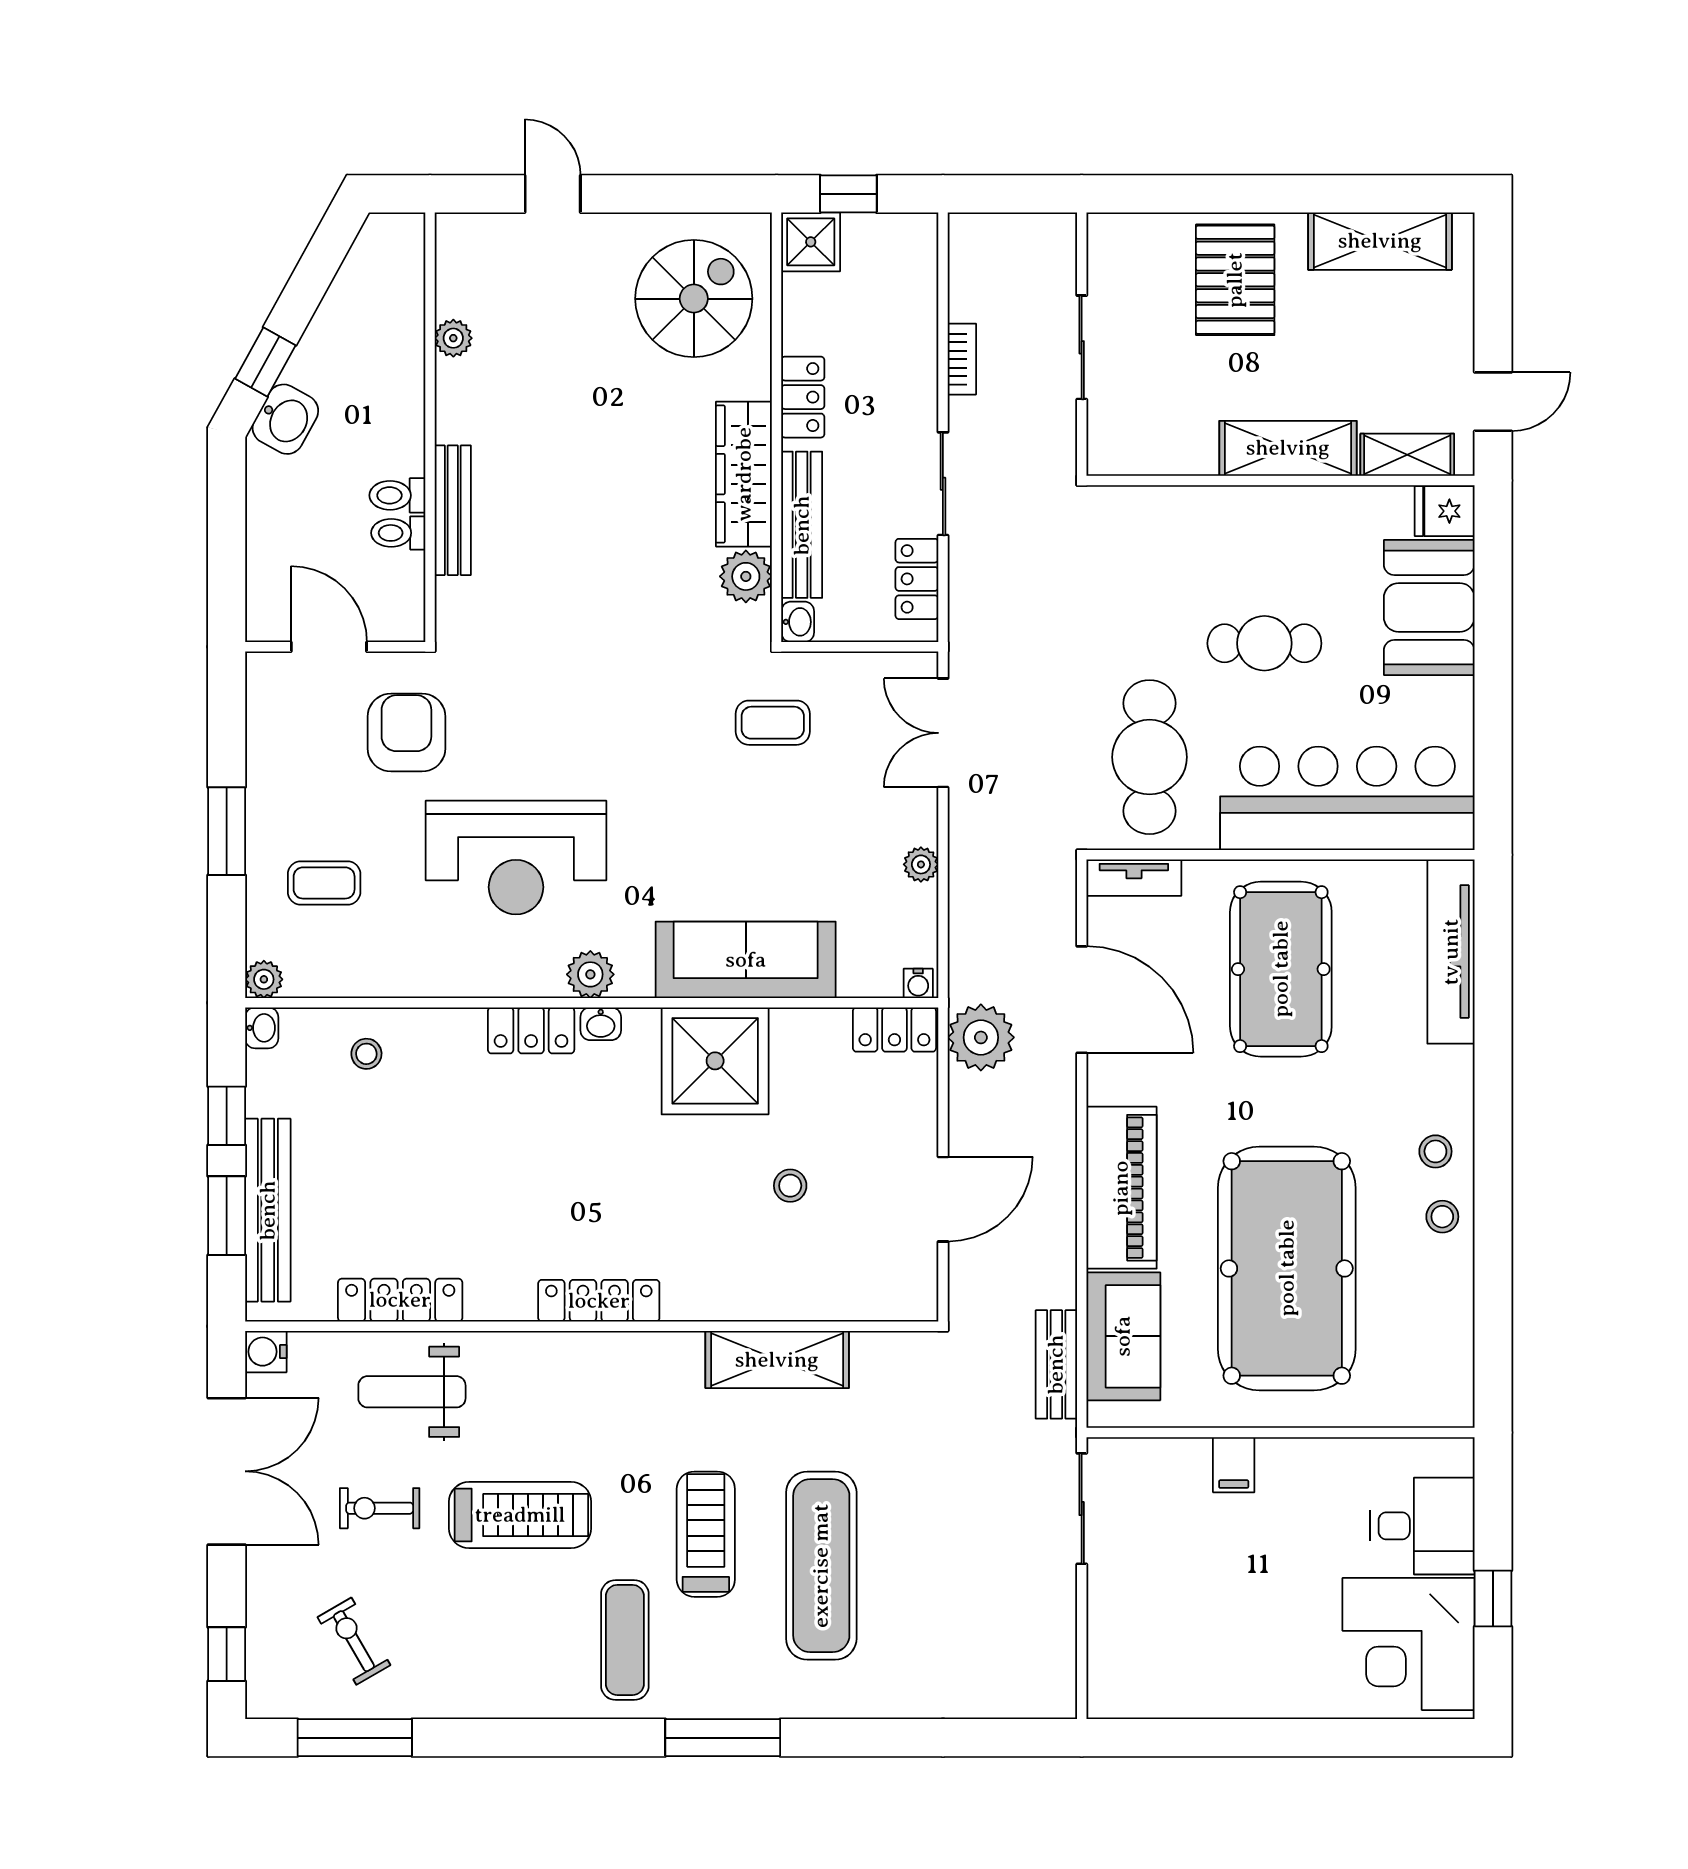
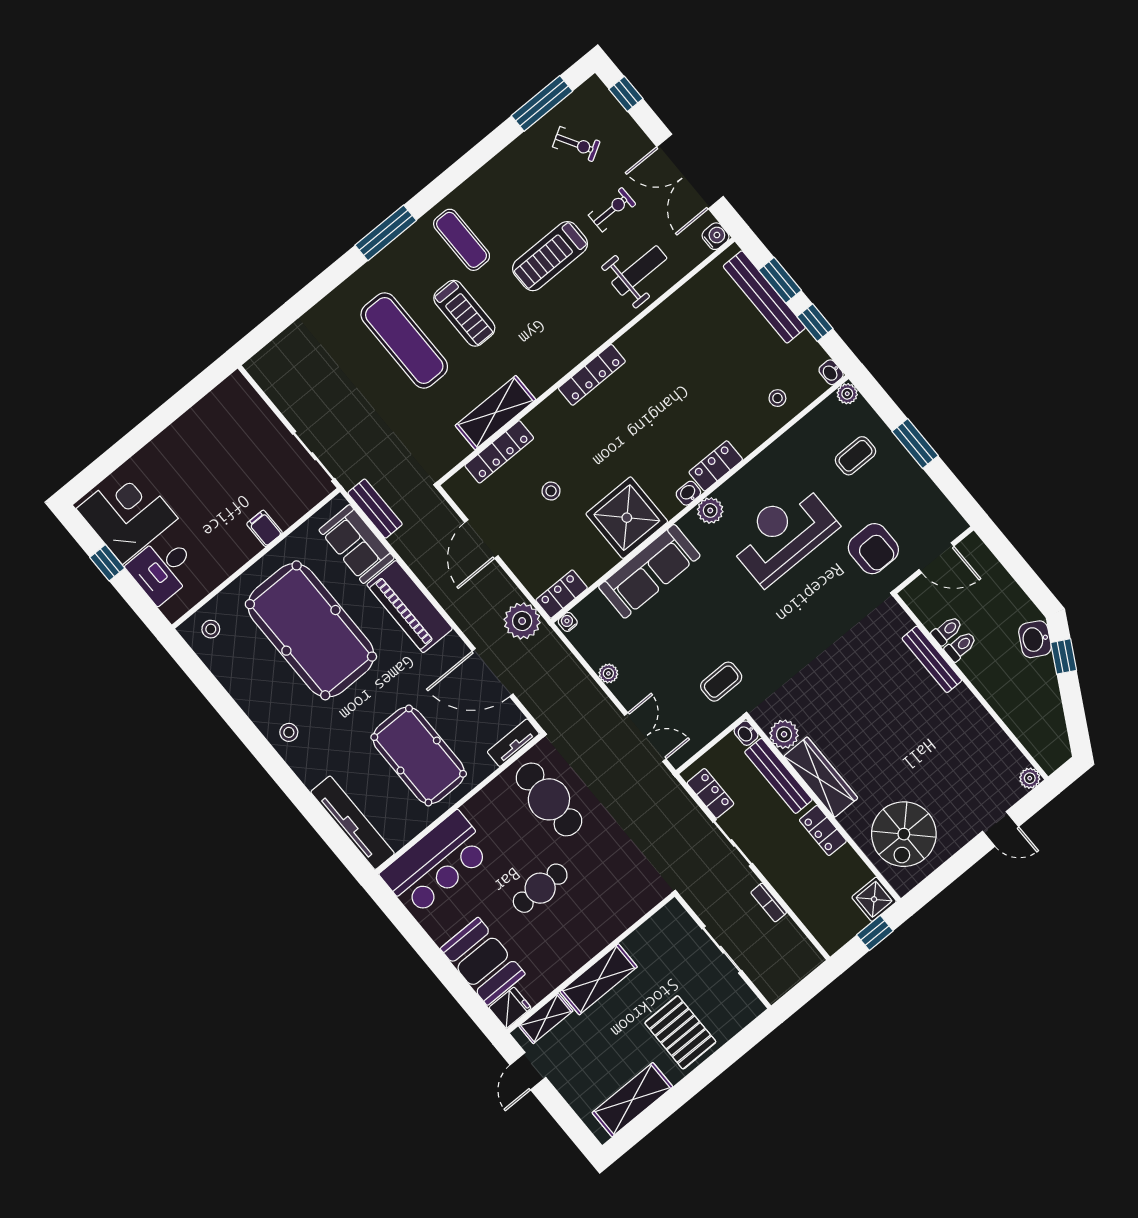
plant: (453, 338) -> (1030, 778), moved
bar counter: (1347, 798) -> (436, 863), width x0.73
stool: (1442, 1217) -> (211, 629), moved
locker: (400, 1300) -> (499, 452), moved

